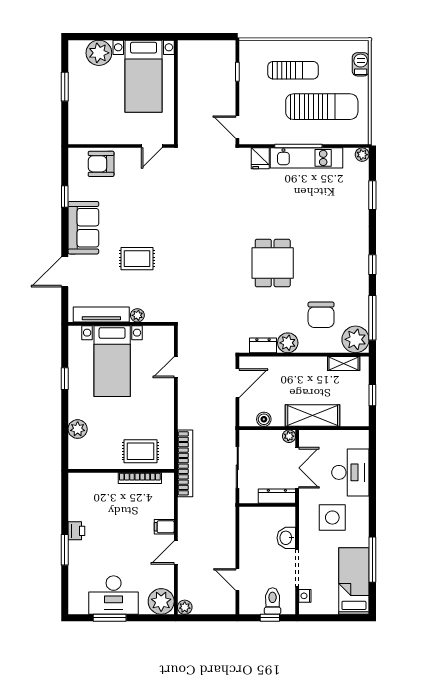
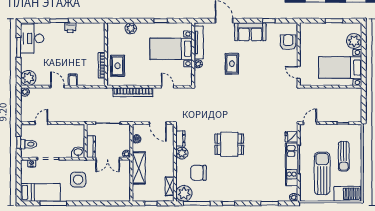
barbecue: (361, 64) -> (347, 194), width x1.88, depth x1.53
sun lounger: (322, 107) -> (322, 173), turned 180
bookcase: (185, 463) -> (133, 92), moved
desk: (350, 472) -> (105, 190), removed
washbasin: (286, 538) -> (78, 152), moved
desk: (114, 595) -> (32, 39), moved

